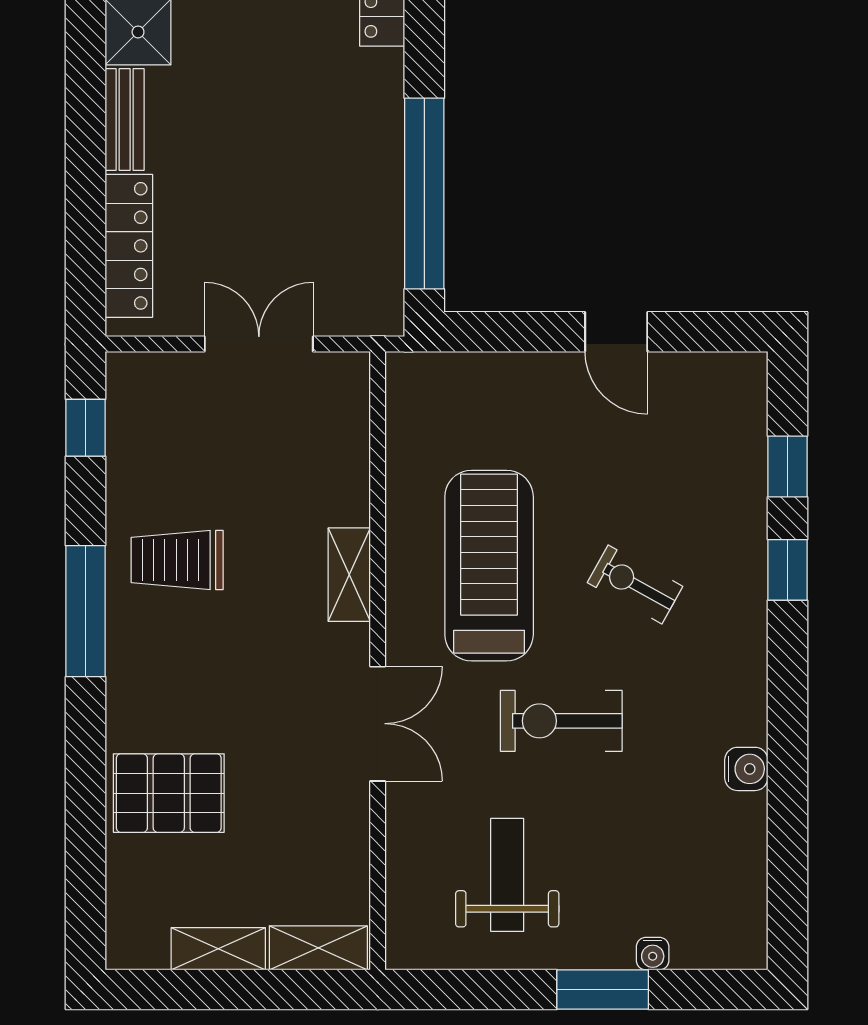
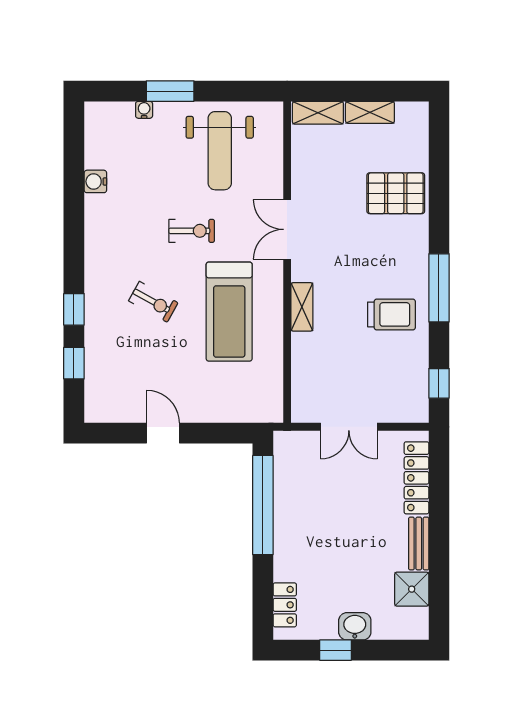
exercise bike: (561, 721) -> (192, 231), width x0.73, depth x0.72
water cooler: (746, 769) -> (95, 181), moved
weight bench: (507, 875) -> (220, 151), width x1.36, depth x1.33

